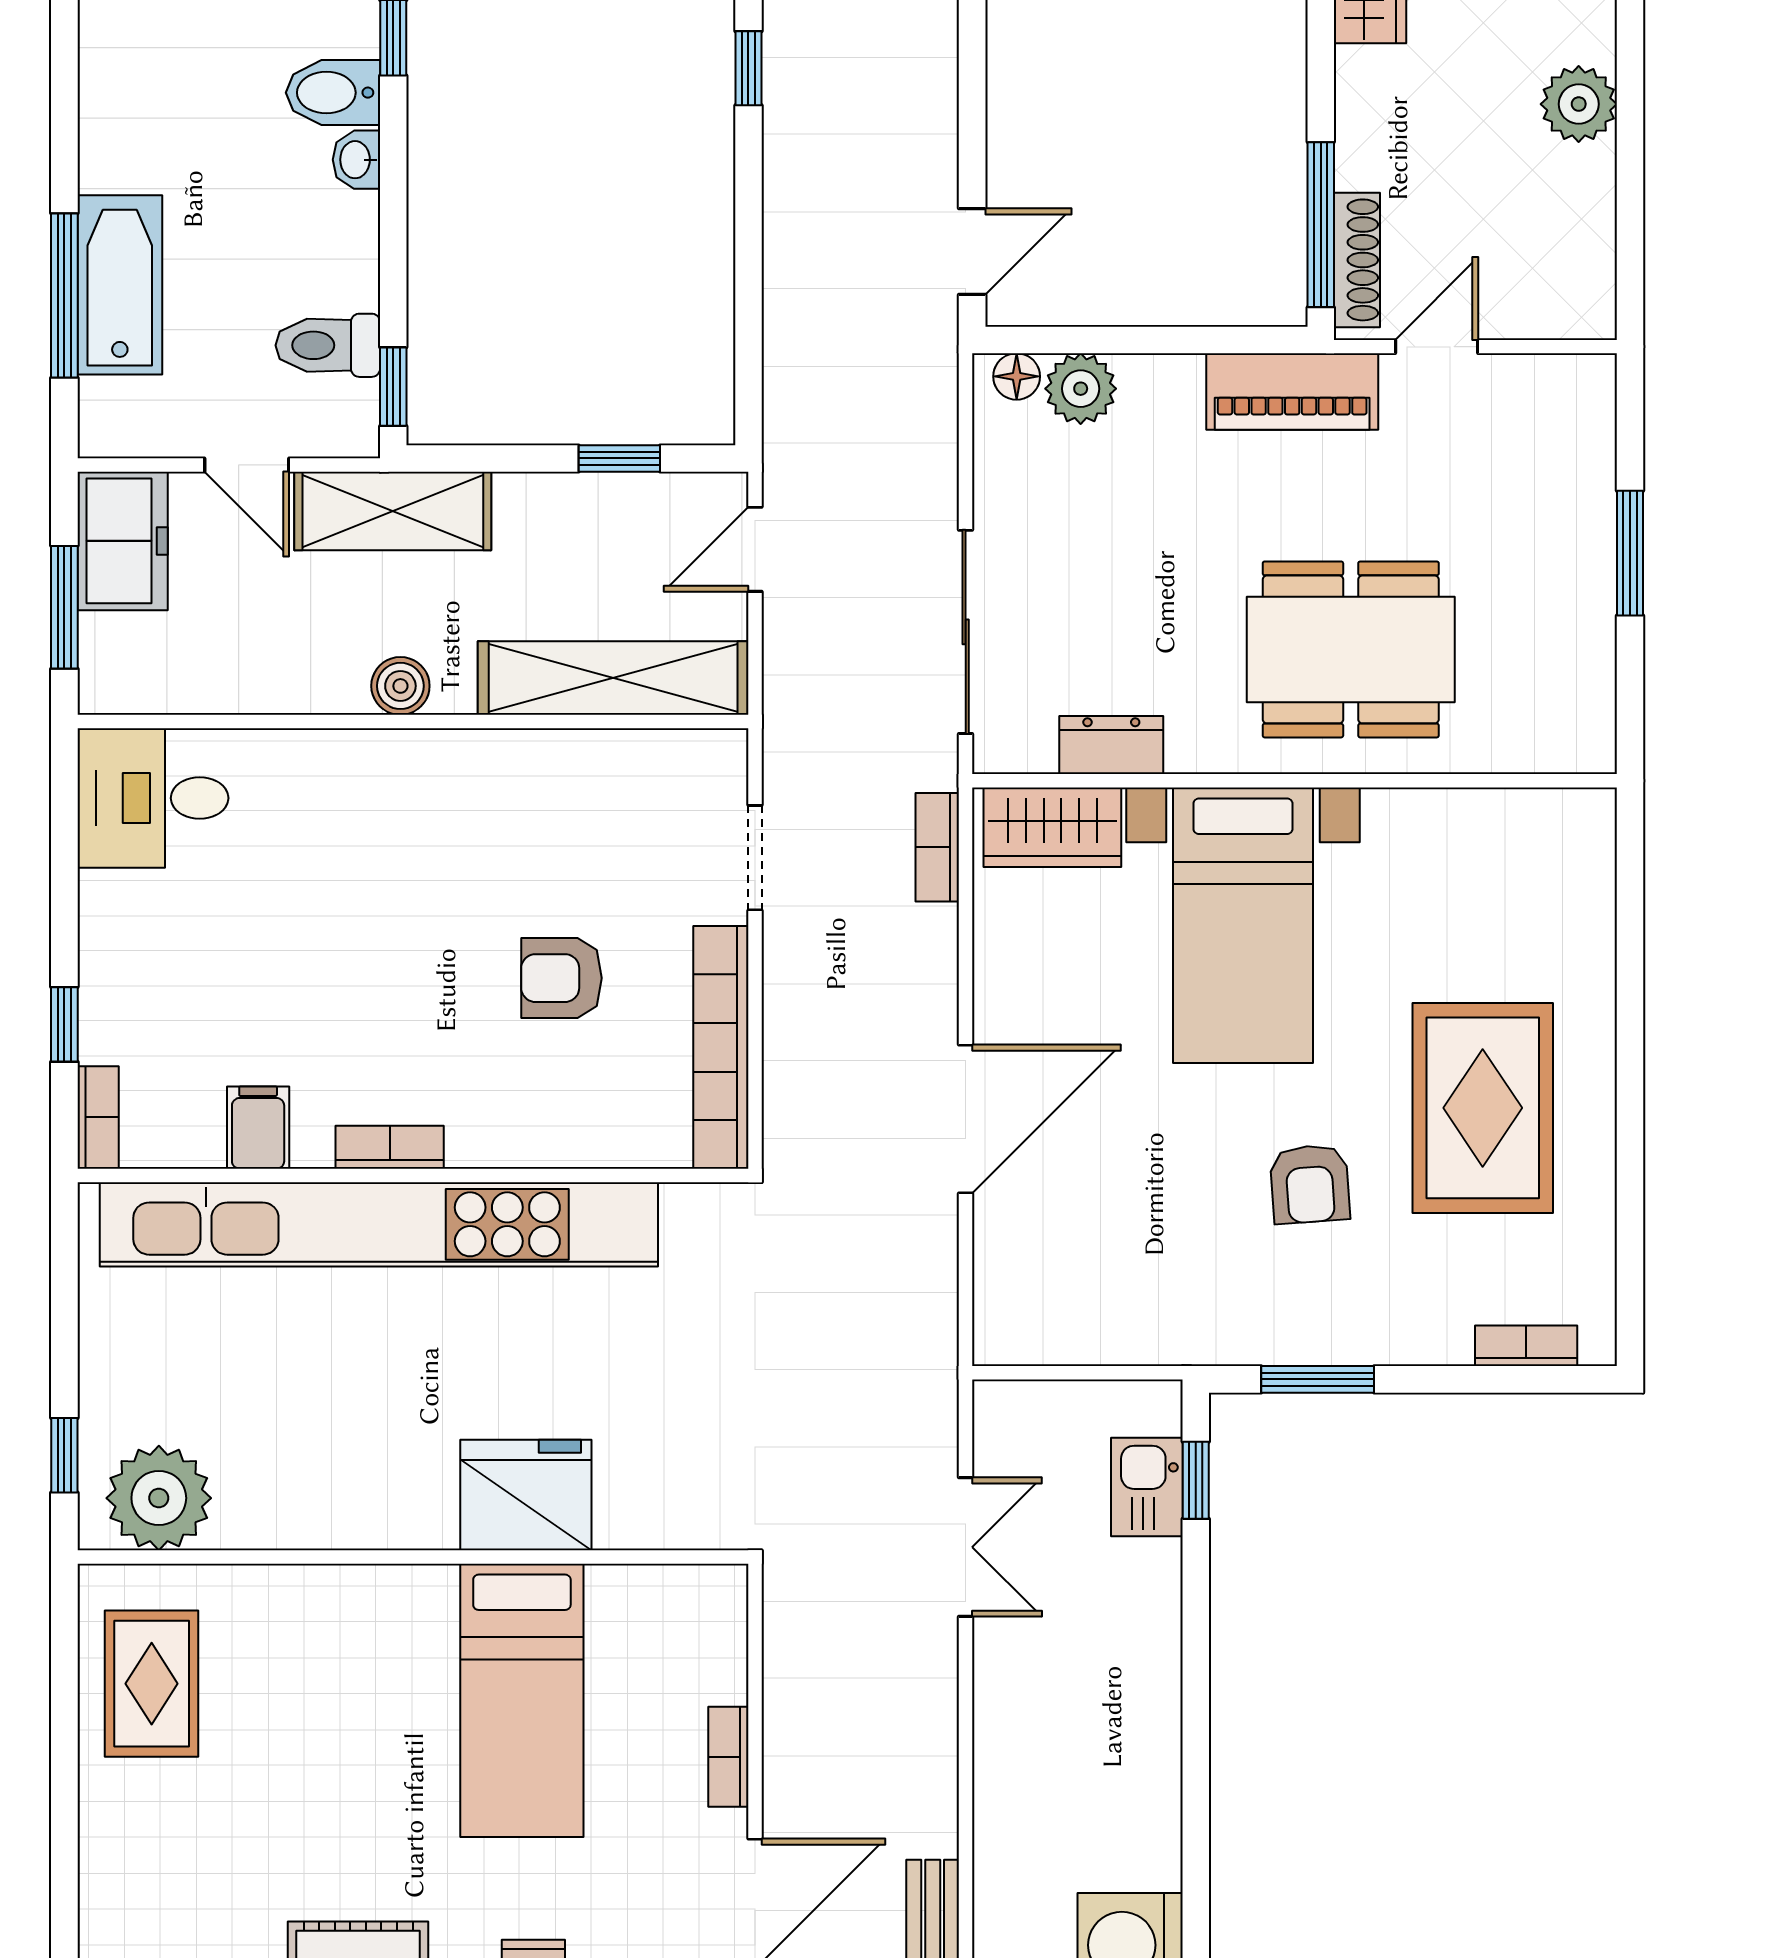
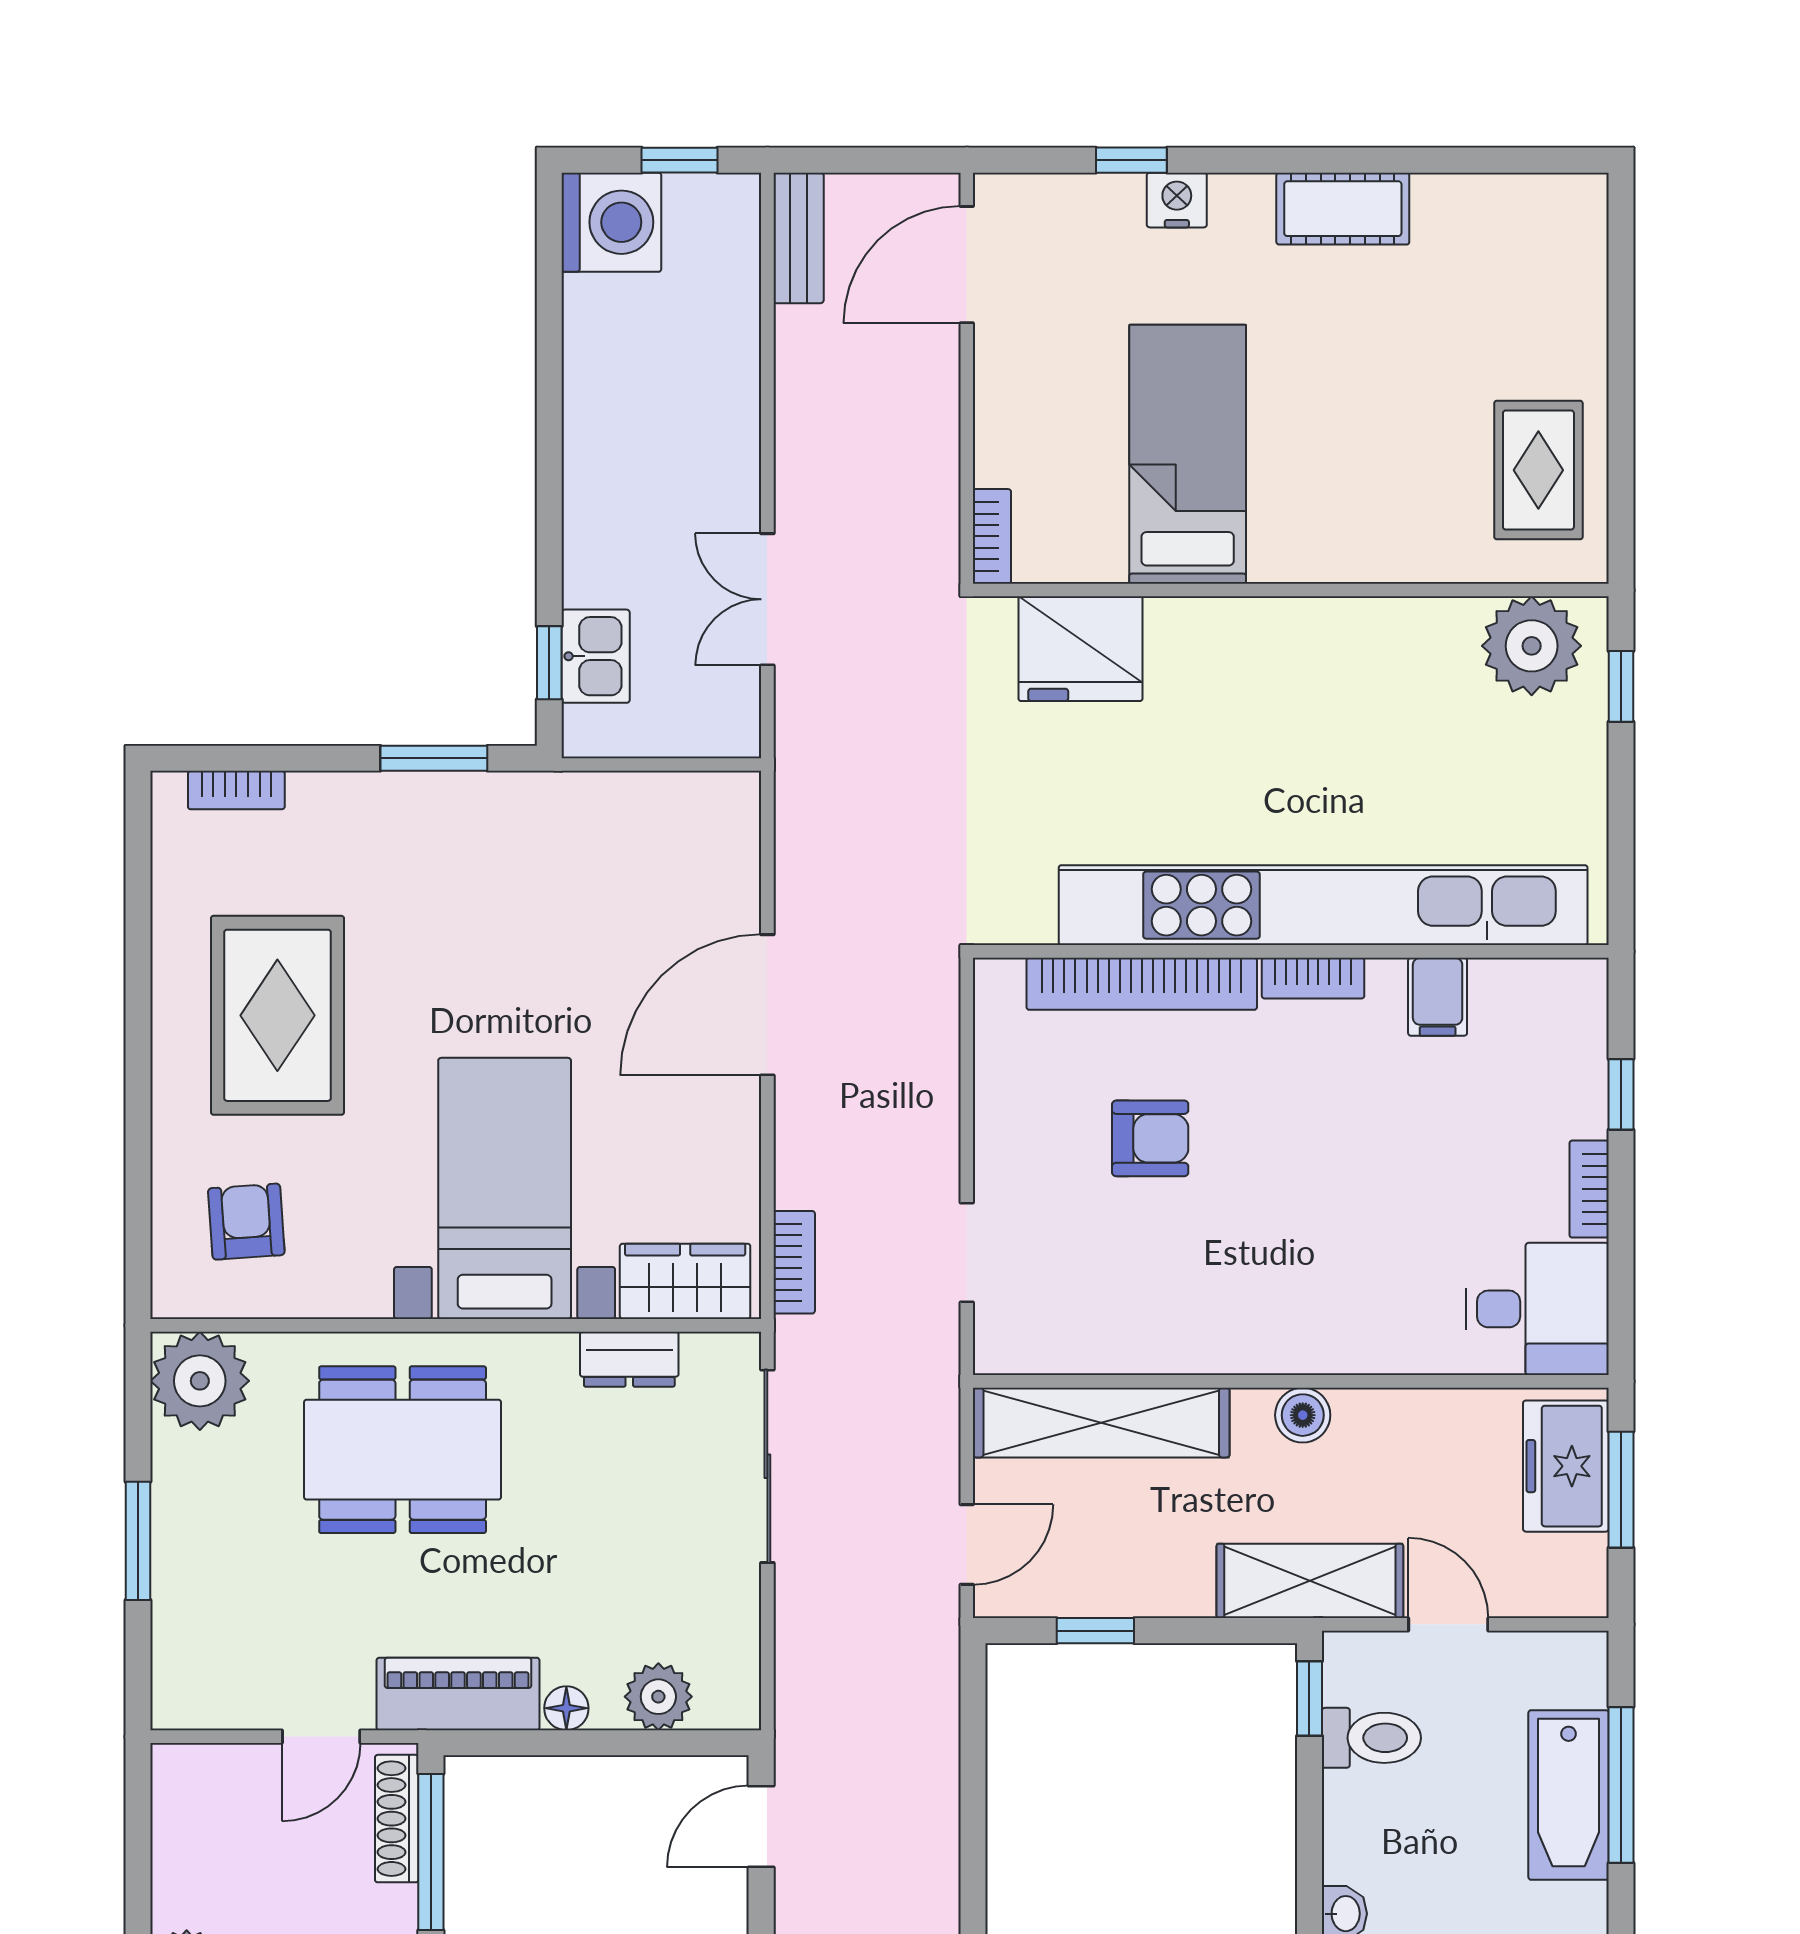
floor lamp: (1017, 376) -> (566, 1708), moved
freezer: (123, 541) -> (1566, 1466), moved
plant: (1565, 722) -> (200, 1381), added
bookcase: (721, 1047) -> (1142, 984), moved, turned 90
bookcase: (98, 1117) -> (1589, 1189), moved
armchair: (1310, 1184) -> (246, 1222), moved
fridge: (526, 1495) -> (1080, 649), moved
bookcase: (728, 1757) -> (992, 536), moved

